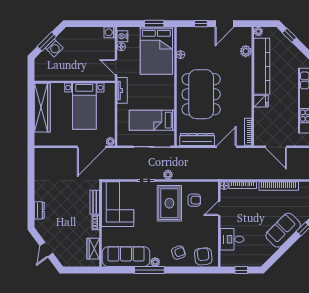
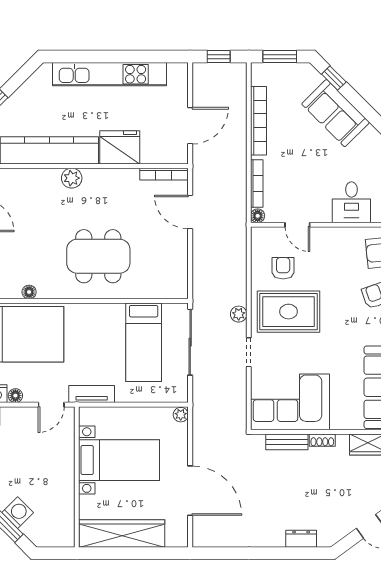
plant: (246, 51) -> (72, 178), moved
dining table: (201, 94) -> (98, 256), width x0.73, depth x0.80
fridge: (261, 101) -> (120, 147), width x1.88, depth x1.34
dresser: (197, 140) -> (177, 263), removed
door: (91, 147) -> (190, 491), moved

